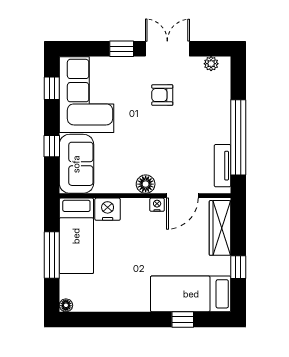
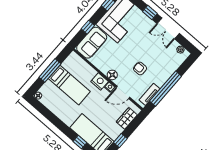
double door: (167, 49) -> (168, 28), swing flipped
armchair: (162, 95) -> (140, 69), moved
nightstand: (108, 209) -> (100, 82), moved
wardrobe: (220, 228) -> (127, 118), width x0.67
bed: (76, 236) -> (69, 85), moved, turned -90

